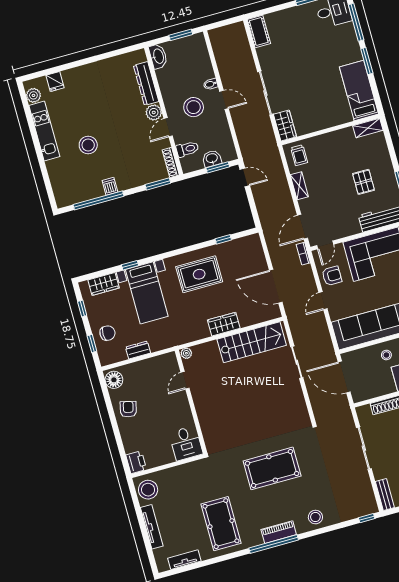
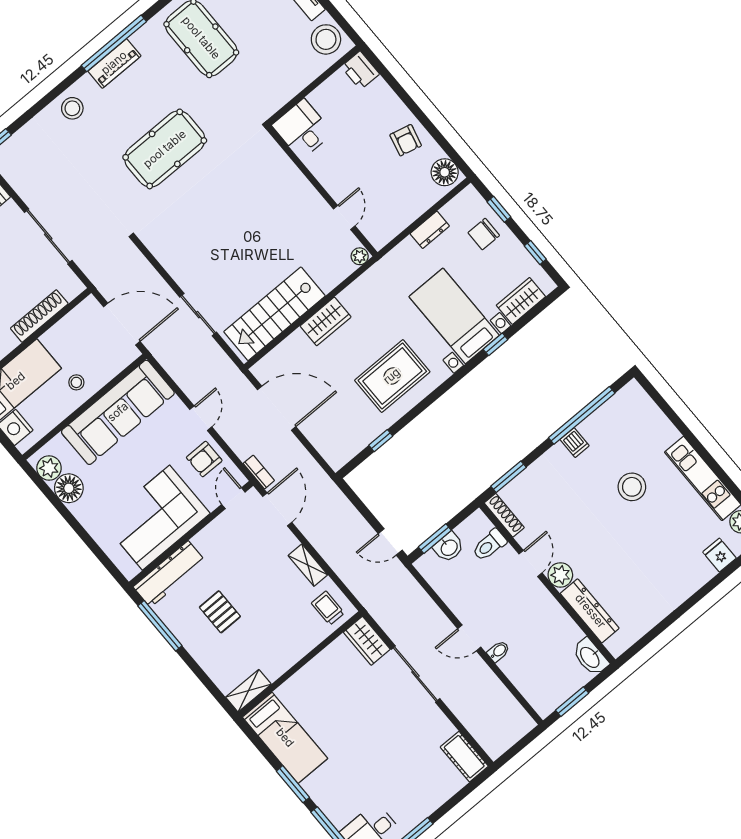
stool: (194, 107) -> (508, 608), removed

